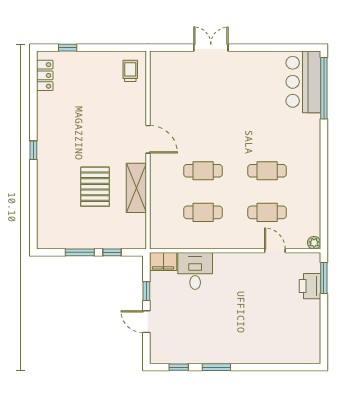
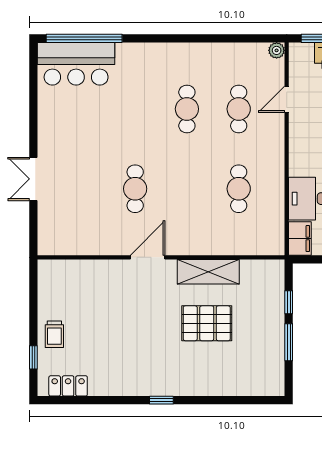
trolley: (130, 71) -> (54, 334), moved, turned -90
cafe table: (203, 171) -> (135, 189), moved

